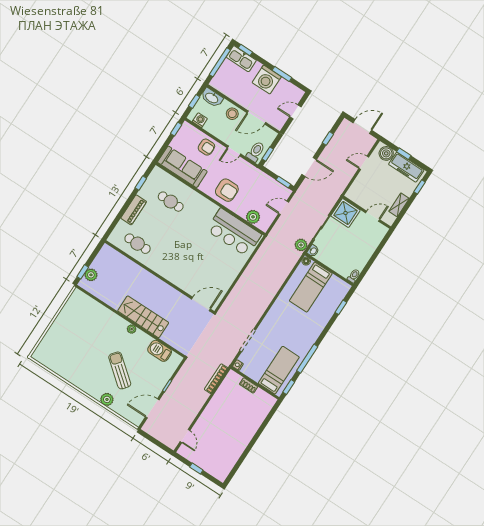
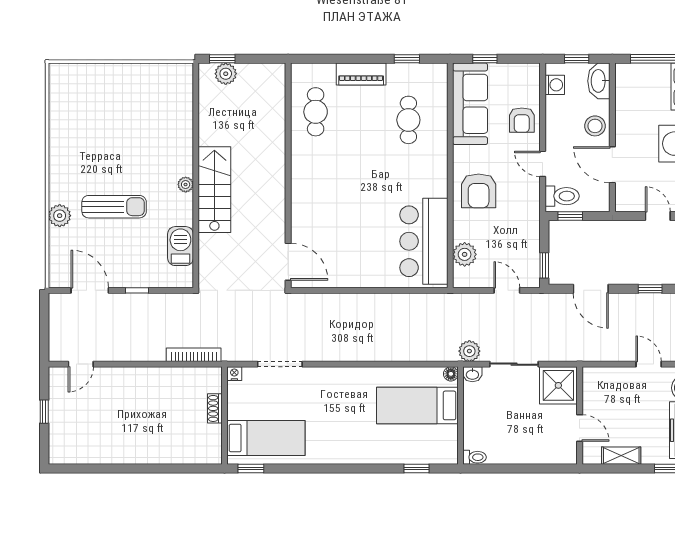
window: (176, 129) -> (485, 59), moved
window: (307, 359) -> (310, 468), removed
sun lounger: (120, 370) -> (114, 207), turned 51

